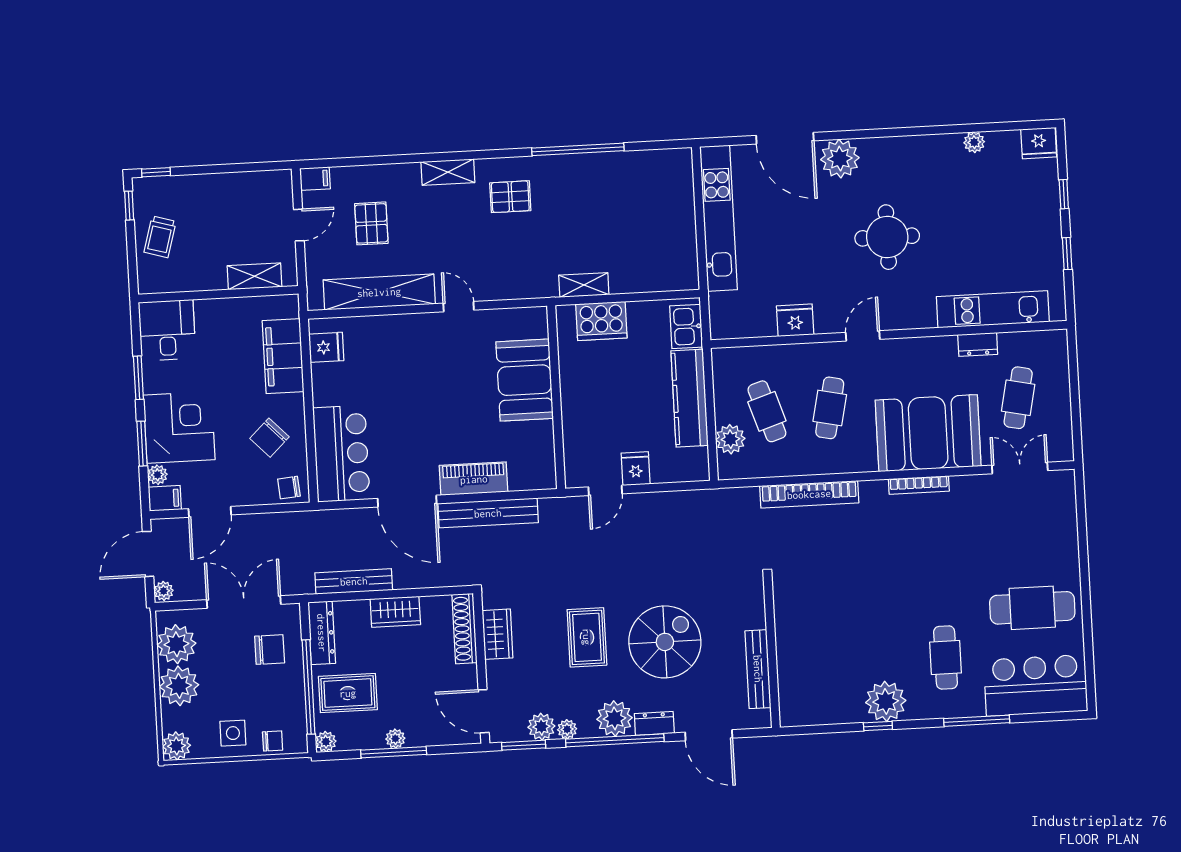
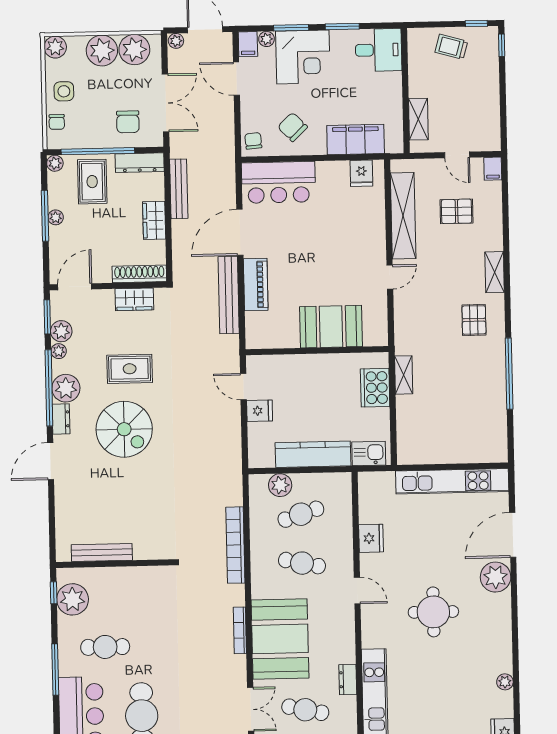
wall: (772, 653) -> (114, 564), moved
bench: (758, 669) -> (102, 552), moved

